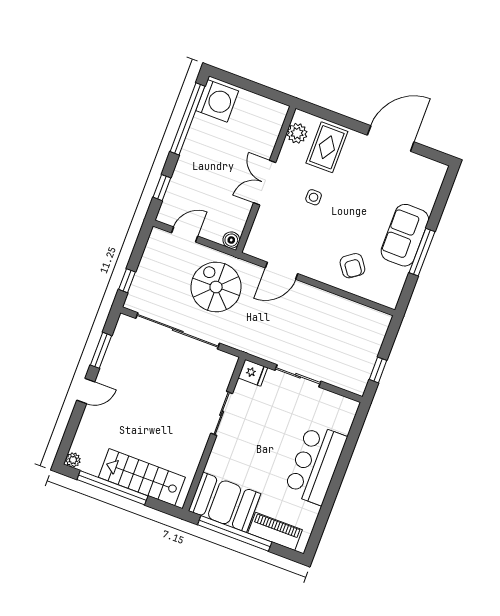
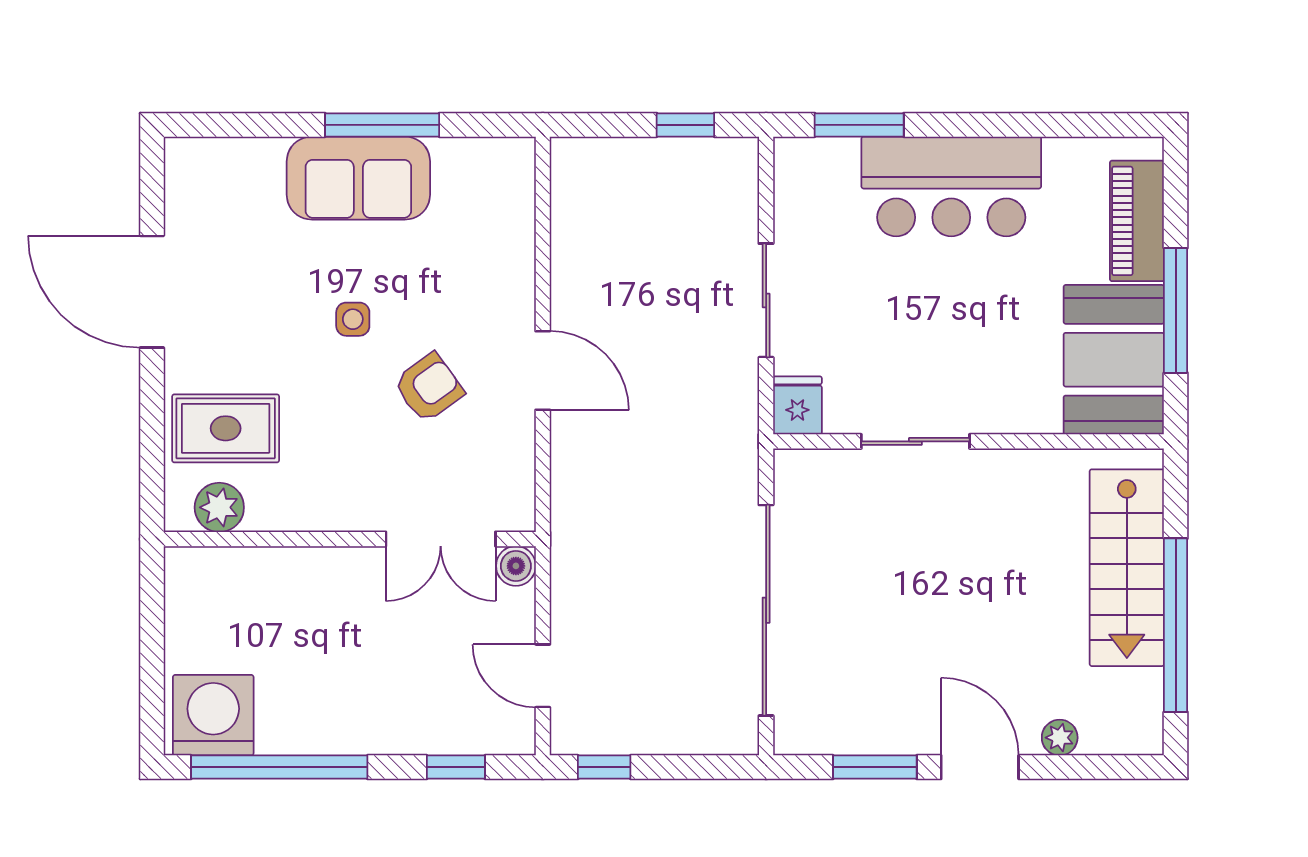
double door: (265, 183) -> (441, 539), moved
side table: (314, 197) -> (353, 319), moved
armchair: (352, 266) -> (429, 388), moved
door: (282, 271) -> (543, 370), moved
window: (127, 281) -> (604, 767), moved
spiral stairs: (216, 287) -> (635, 561), removed
door: (86, 391) -> (980, 767), width x1.38
window: (353, 437) -> (859, 125), added
plant: (73, 460) -> (1060, 738), moved
window: (235, 533) -> (1176, 310), width x0.68

